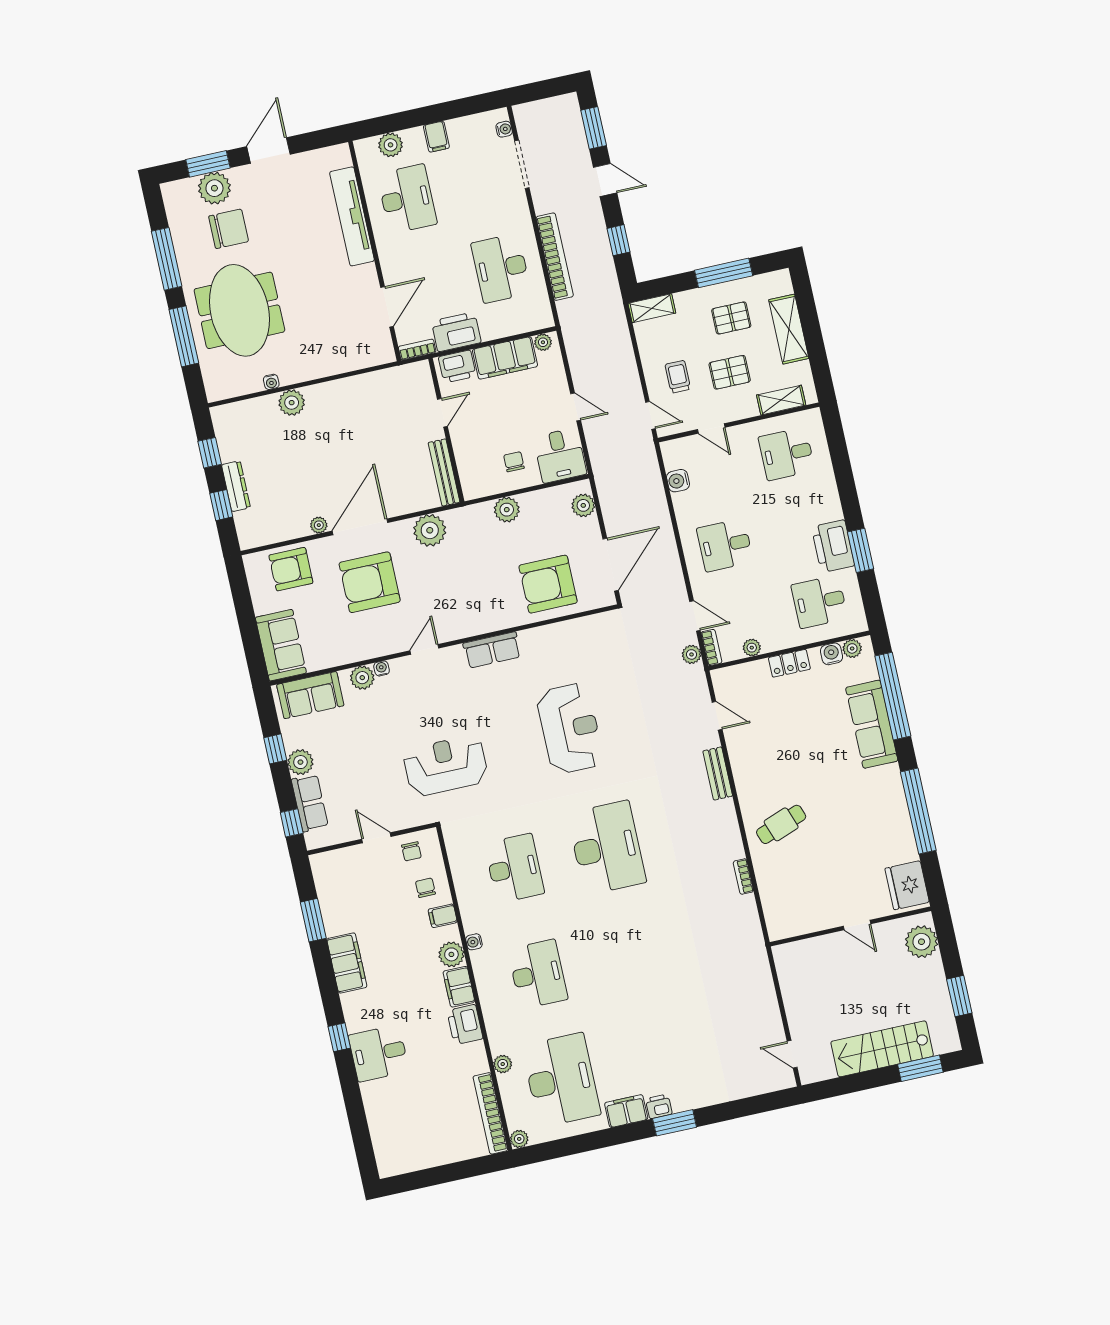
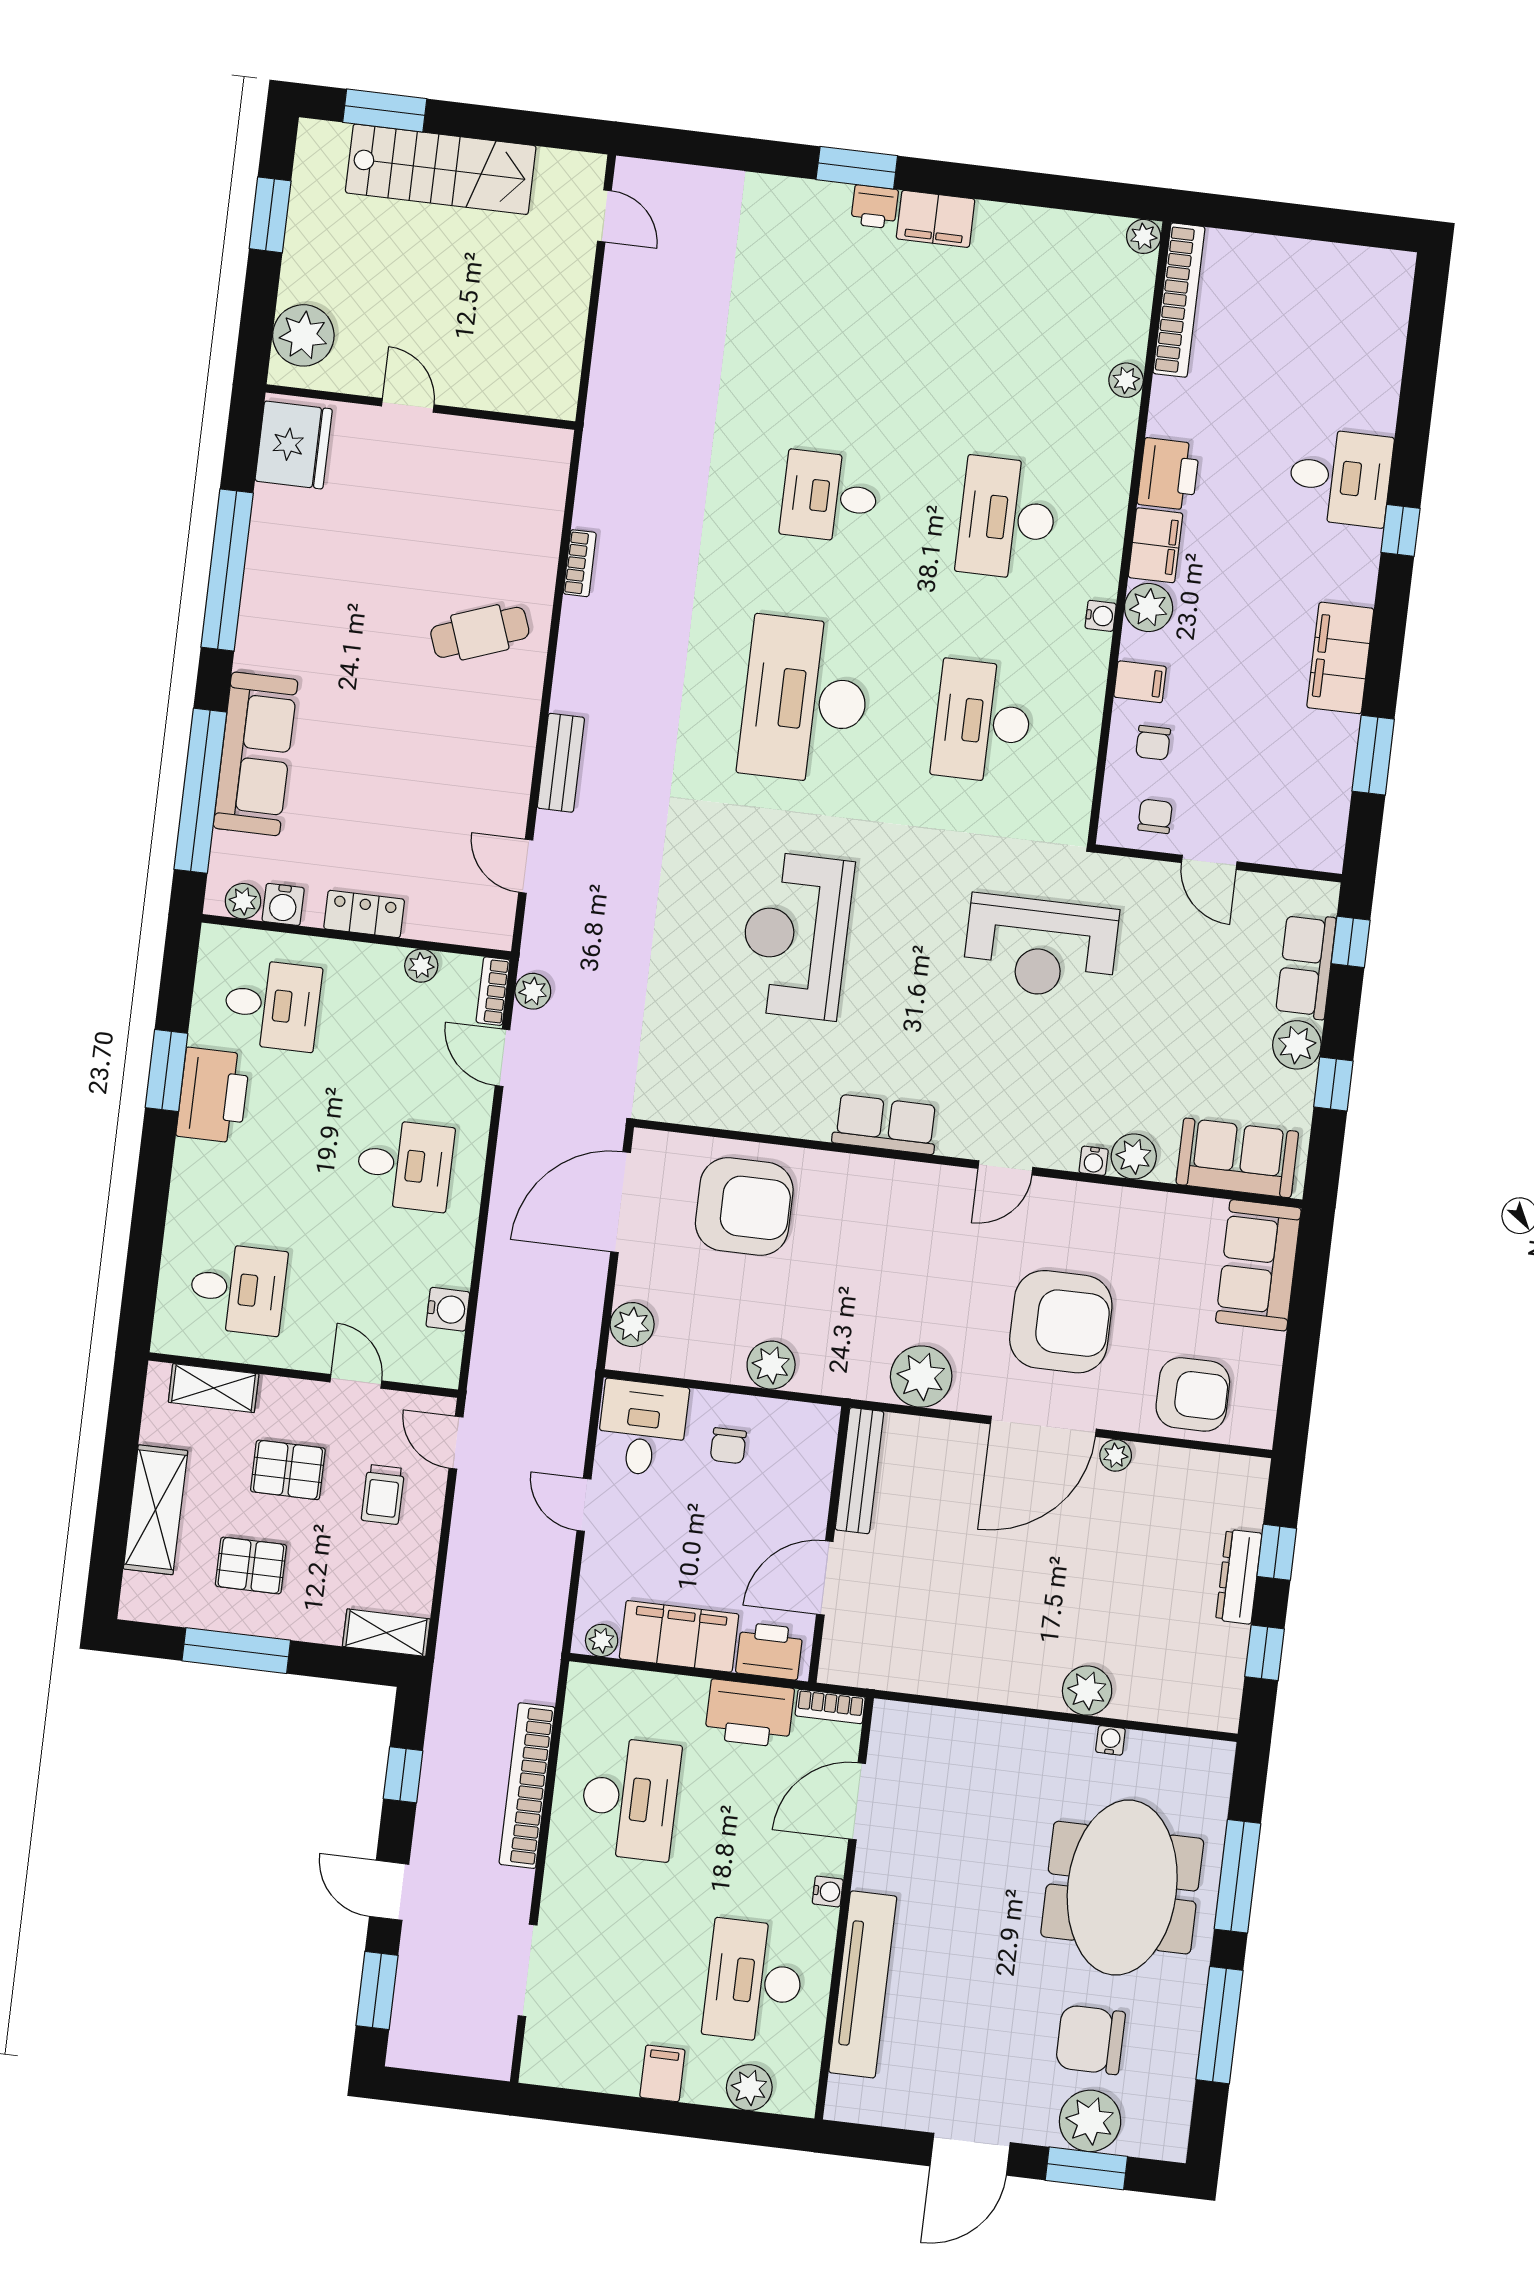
water cooler: (504, 129) -> (828, 1891), moved, turned 180
door: (442, 413) -> (825, 1578), width x1.38
desk: (561, 1080) -> (830, 497), moved, width x0.53, depth x0.77

